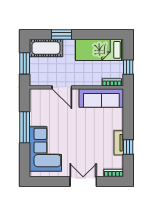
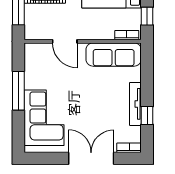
tv unit: (119, 143) -> (135, 104), width x1.41
double door: (83, 182) -> (91, 158), width x1.37

